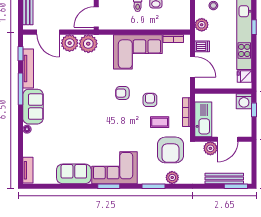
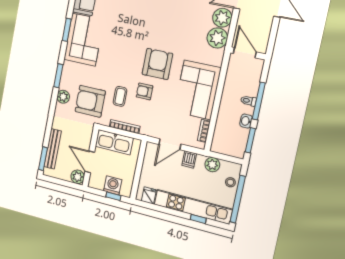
armchair: (122, 93) -> (157, 64), width x1.88, depth x1.88
armchair: (150, 100) -> (145, 91), turned 180
washing machine: (244, 101) -> (113, 185), moved, turned 90
plant: (210, 148) -> (78, 177), moved

